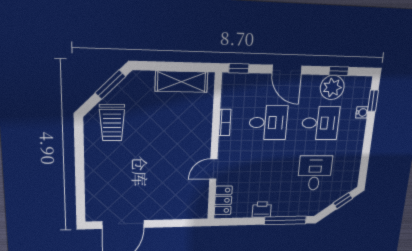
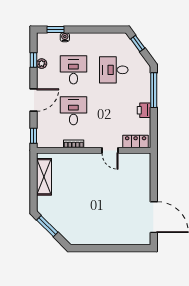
plant: (332, 87) -> (42, 64), width x0.53, depth x0.53
trolley: (112, 123) -> (74, 225), removed

